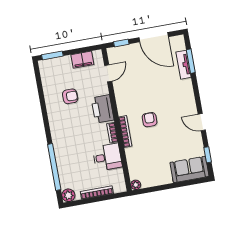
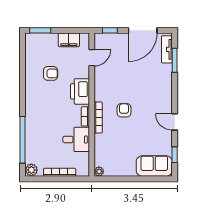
door: (154, 37) -> (143, 30), hinge flipped
tv unit: (184, 65) -> (167, 49), moved

